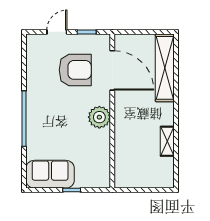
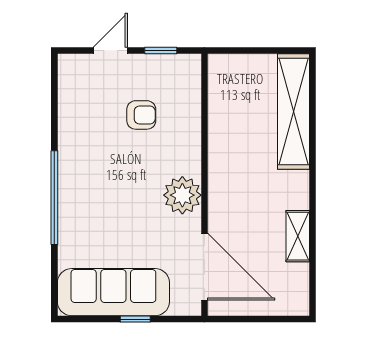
armchair: (75, 70) -> (141, 115), width x0.53, depth x0.53
door: (112, 70) -> (204, 267), moved
sofa: (50, 174) -> (113, 292), width x1.36

